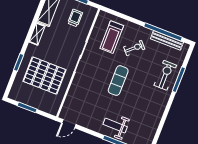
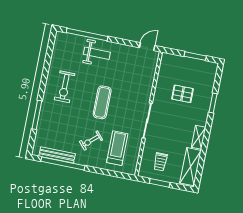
pallet: (44, 75) -> (183, 94), width x0.49, depth x0.50
exercise bike: (165, 75) -> (65, 87), moved

